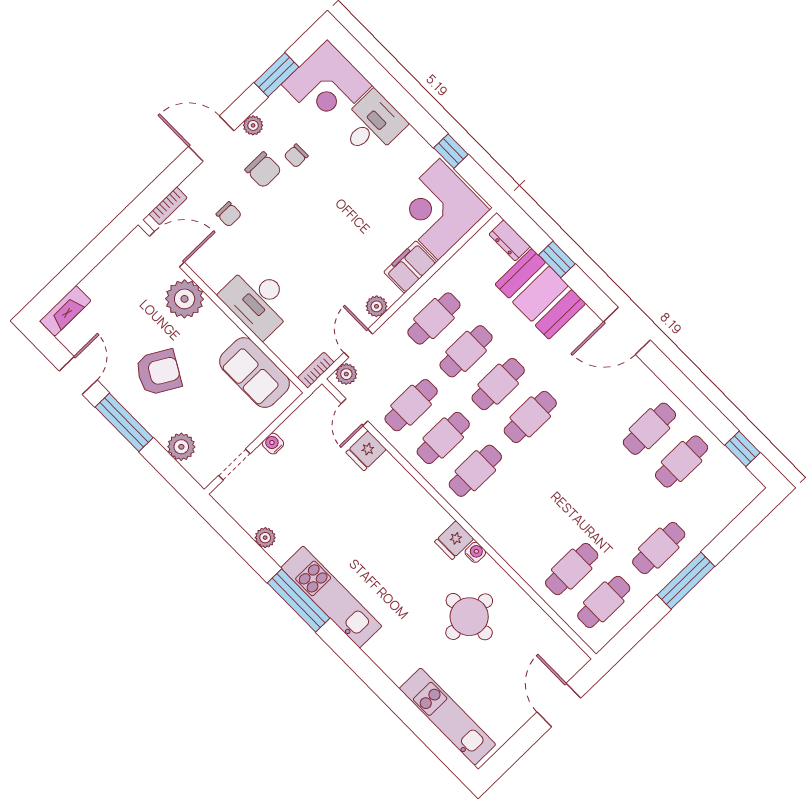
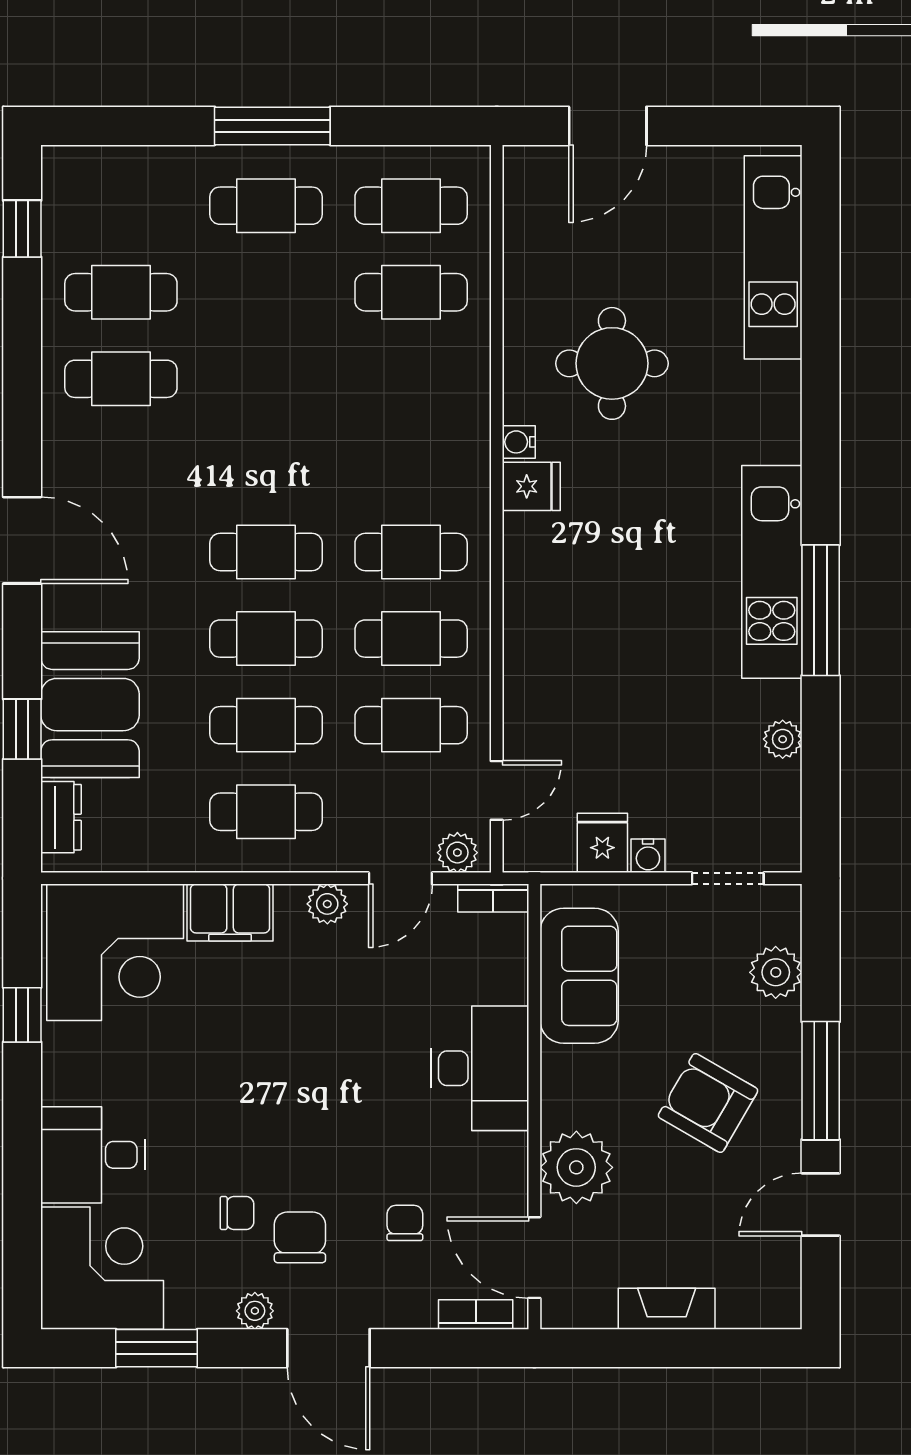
fireplace: (65, 311) -> (667, 1309), moved
fridge: (366, 451) -> (602, 843), moved, turned -90

